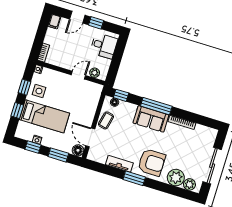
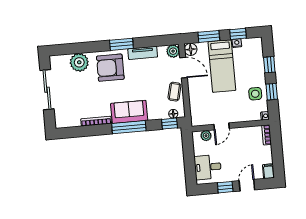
bed: (44, 116) -> (222, 66), moved, turned -90
plant: (189, 184) -> (173, 51), moved

